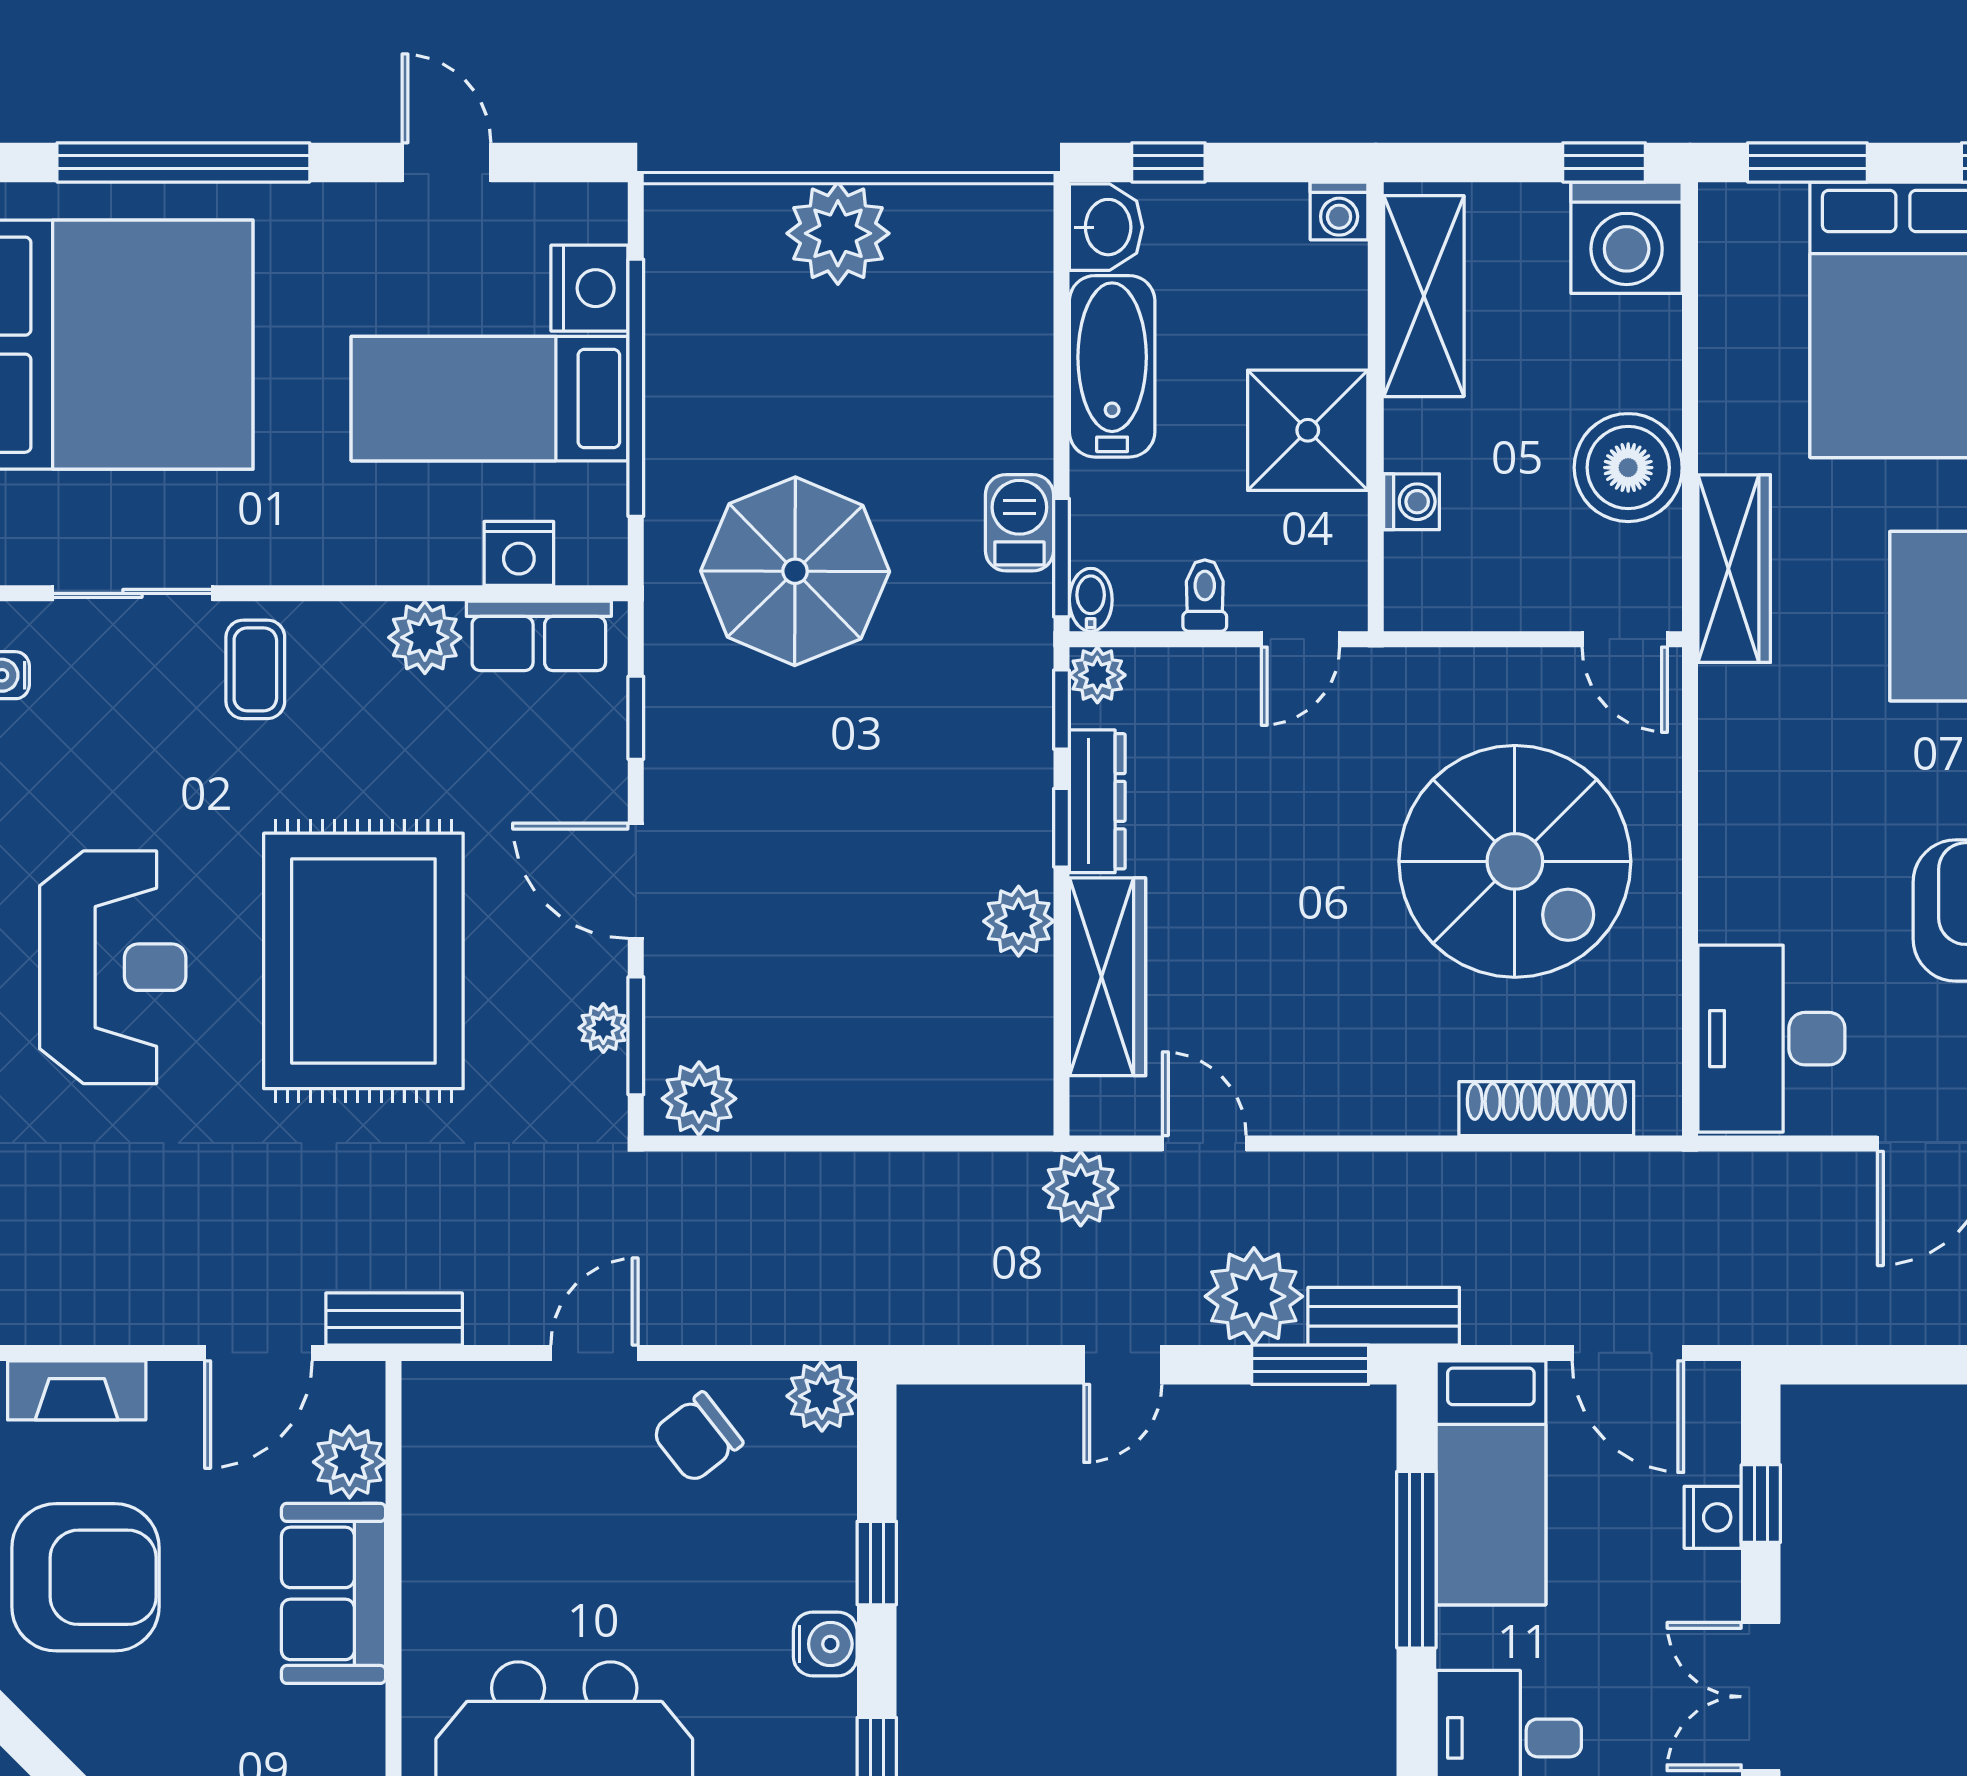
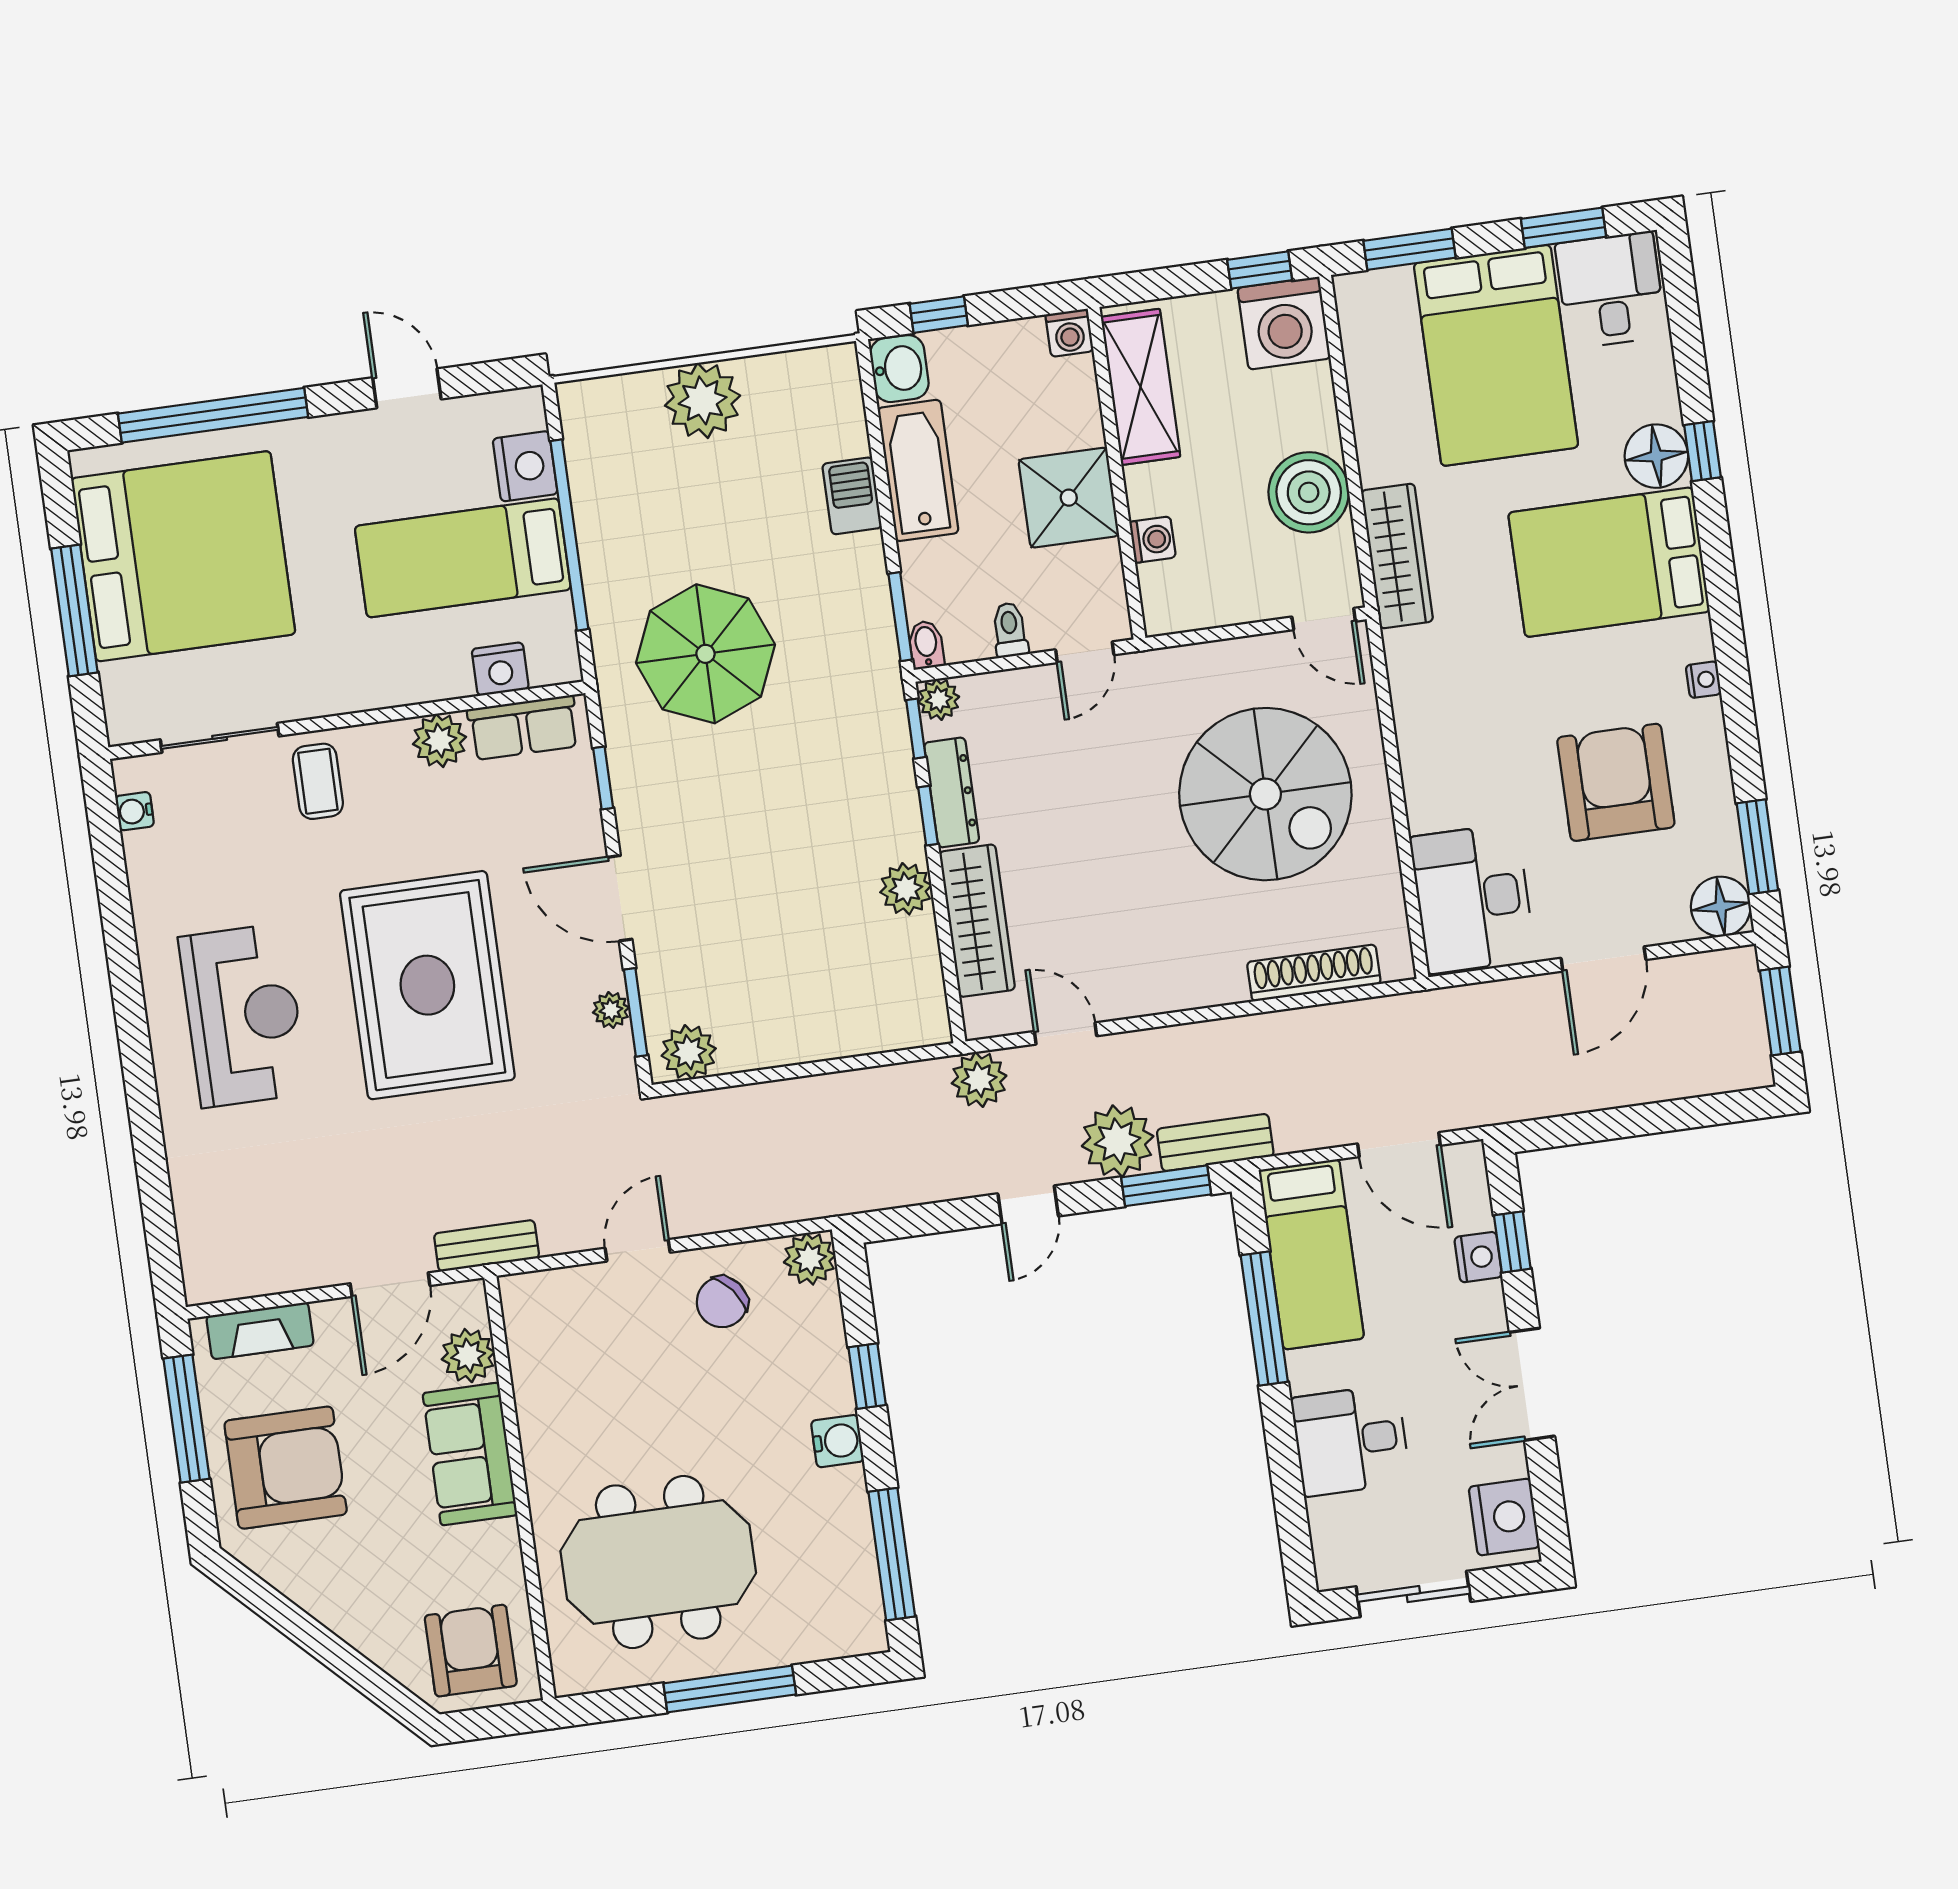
barbecue: (1019, 523) -> (852, 496), moved

